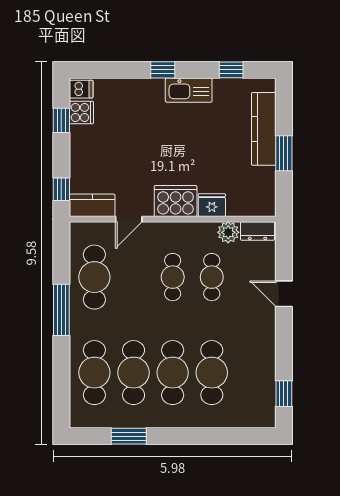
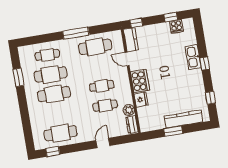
dishwasher: (81, 89) -> (188, 24), removed
kitchen sink: (189, 90) -> (193, 57), moved
cafe table: (94, 373) -> (47, 55), width x0.73, depth x0.74
cafe table: (212, 373) -> (61, 133), moved

